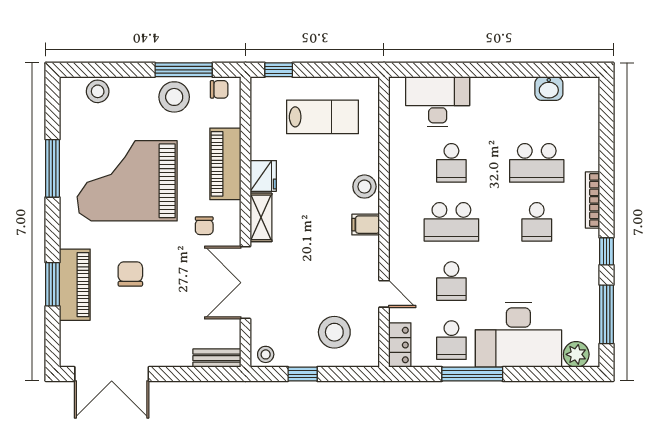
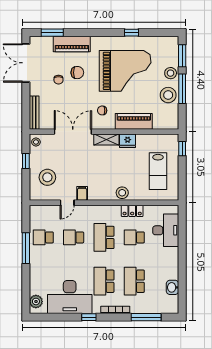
window: (98, 70) -> (182, 56), added
window: (184, 70) -> (182, 89), moved
chair: (219, 89) -> (58, 80), moved
stool: (98, 91) -> (171, 73), moved
window: (52, 168) -> (132, 33), width x0.46
grand piano: (127, 181) -> (125, 71), turned 90
school desk: (537, 222) -> (104, 281), width x1.85
filing cabinet: (366, 225) -> (82, 193), moved
window: (52, 284) -> (52, 33), moved
window: (607, 314) -> (146, 317), moved
desk: (518, 335) -> (70, 297), moved, turned -90
locker: (400, 345) -> (132, 211), moved
bench: (217, 358) -> (34, 113), width x1.36

